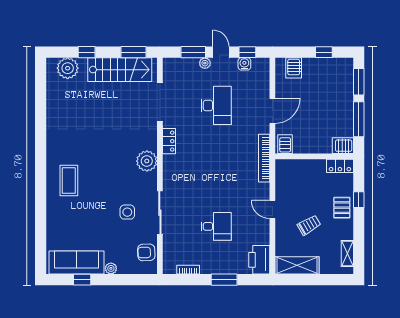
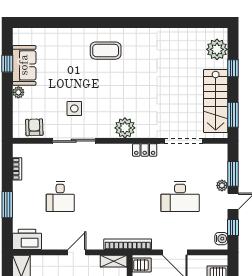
water cooler: (244, 64) -> (221, 239), moved
shelving: (281, 172) -> (114, 261), added
sofa: (77, 263) -> (24, 65), width x0.73

